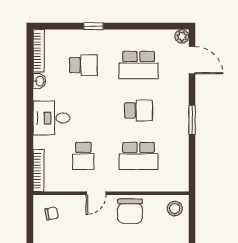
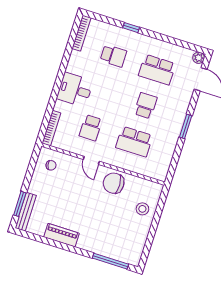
washbasin: (39, 81) -> (75, 57), removed
school desk: (139, 111) -> (146, 106), turned -90
door: (96, 193) -> (91, 160), hinge flipped
stool: (175, 208) -> (142, 209), moved
chair: (130, 211) -> (114, 183), turned 88

